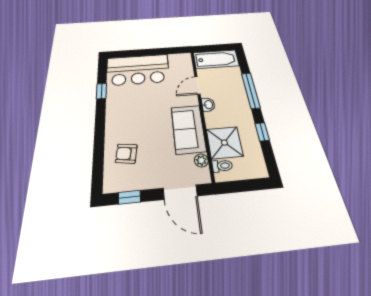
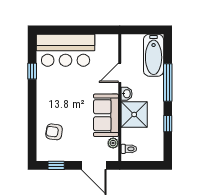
bathtub: (216, 59) -> (154, 55), moved, turned 90
shower: (224, 143) -> (134, 115), moved

